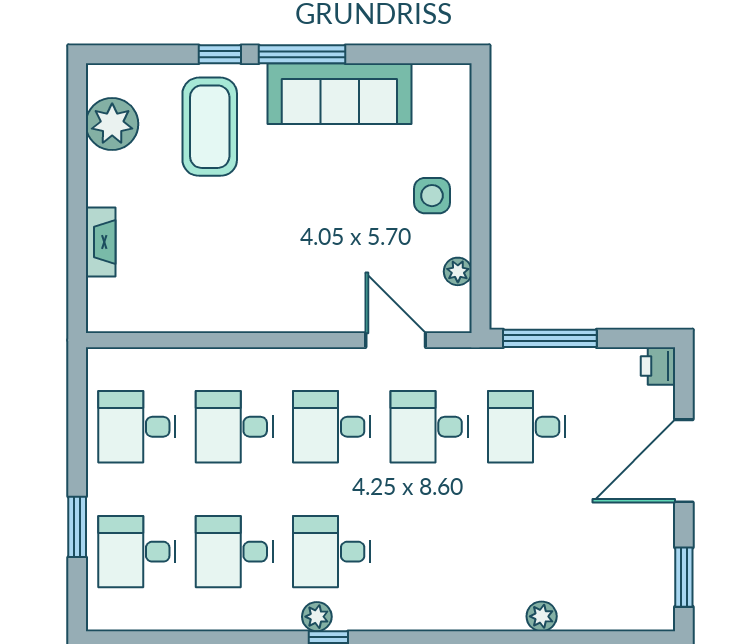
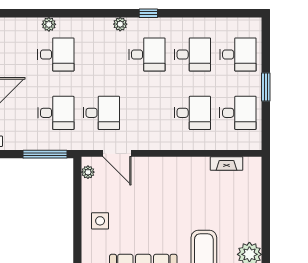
fireplace: (101, 242) -> (227, 164), moved, turned -90
plant: (458, 271) -> (88, 172), moved
desk: (332, 427) -> (56, 54), moved
window: (77, 527) -> (266, 87), moved
plant: (317, 617) -> (120, 24), moved

